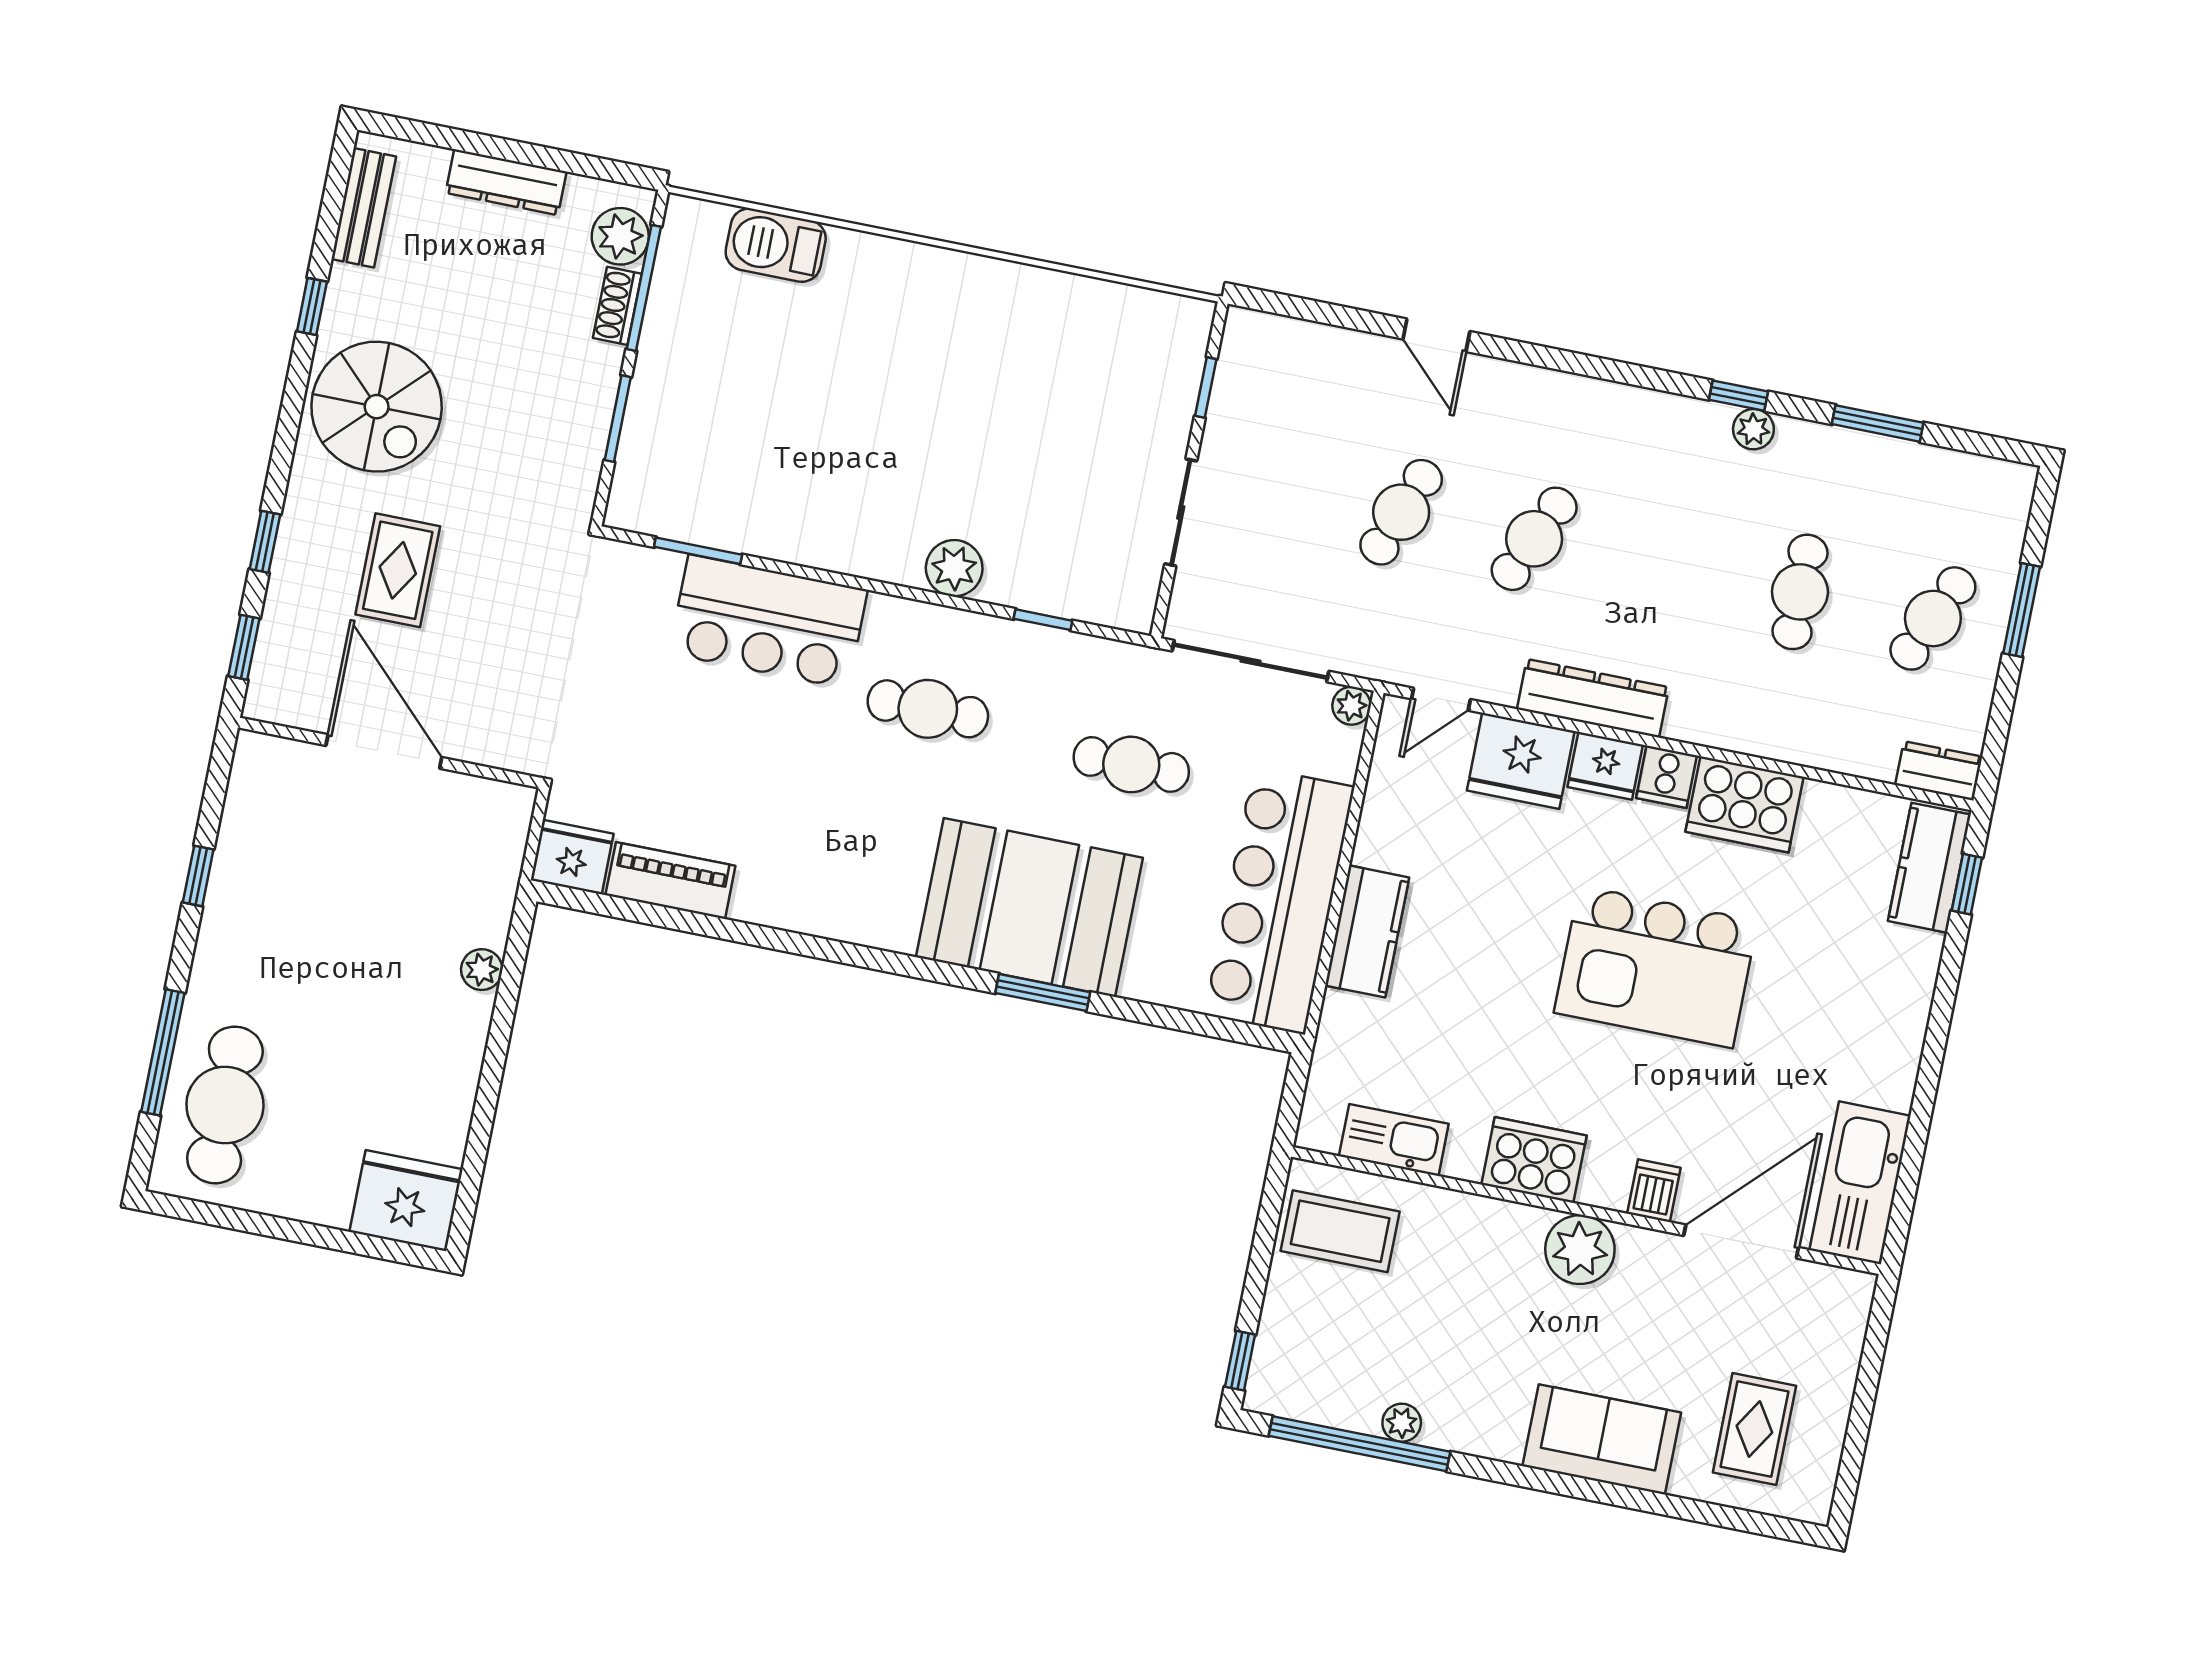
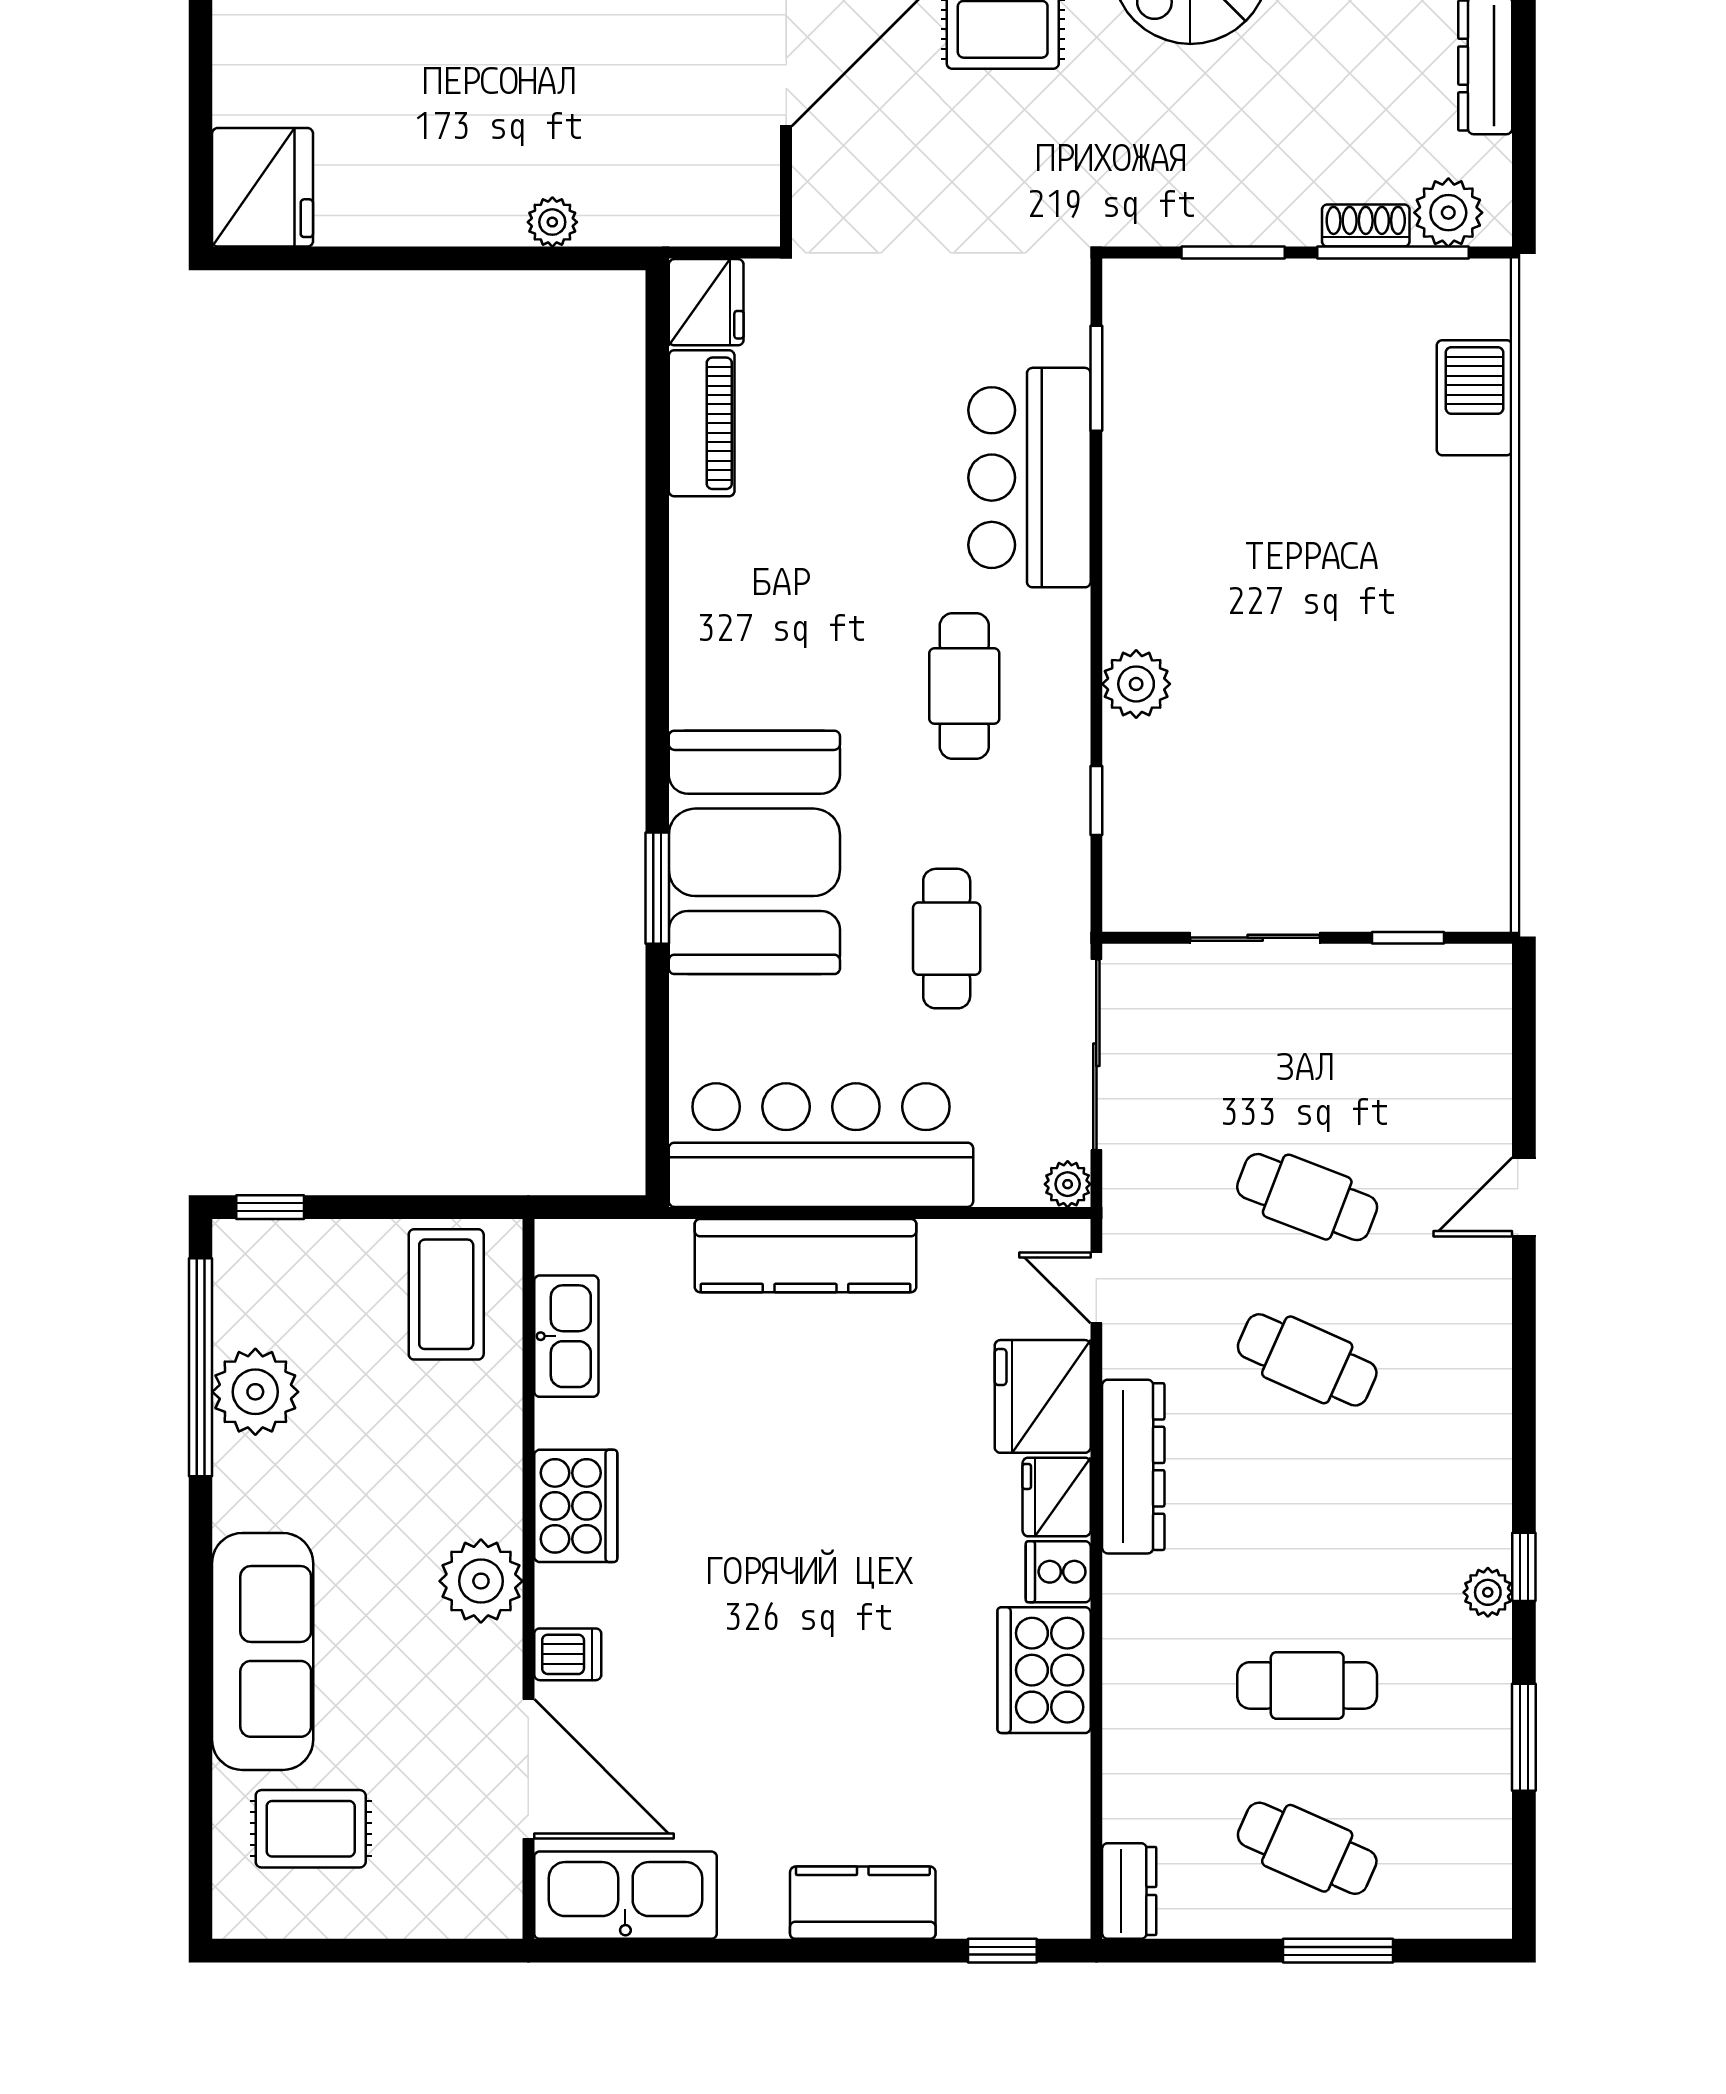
kitchen counter: (1929, 868) -> (863, 1903), moved
kitchen counter: (1367, 931) -> (805, 1256), width x1.50
kitchen island: (1656, 967) -> (832, 1604), removed
plant: (1402, 1423) -> (255, 1392), width x1.87, depth x1.87
sofa: (1602, 1439) -> (263, 1651), width x1.36

